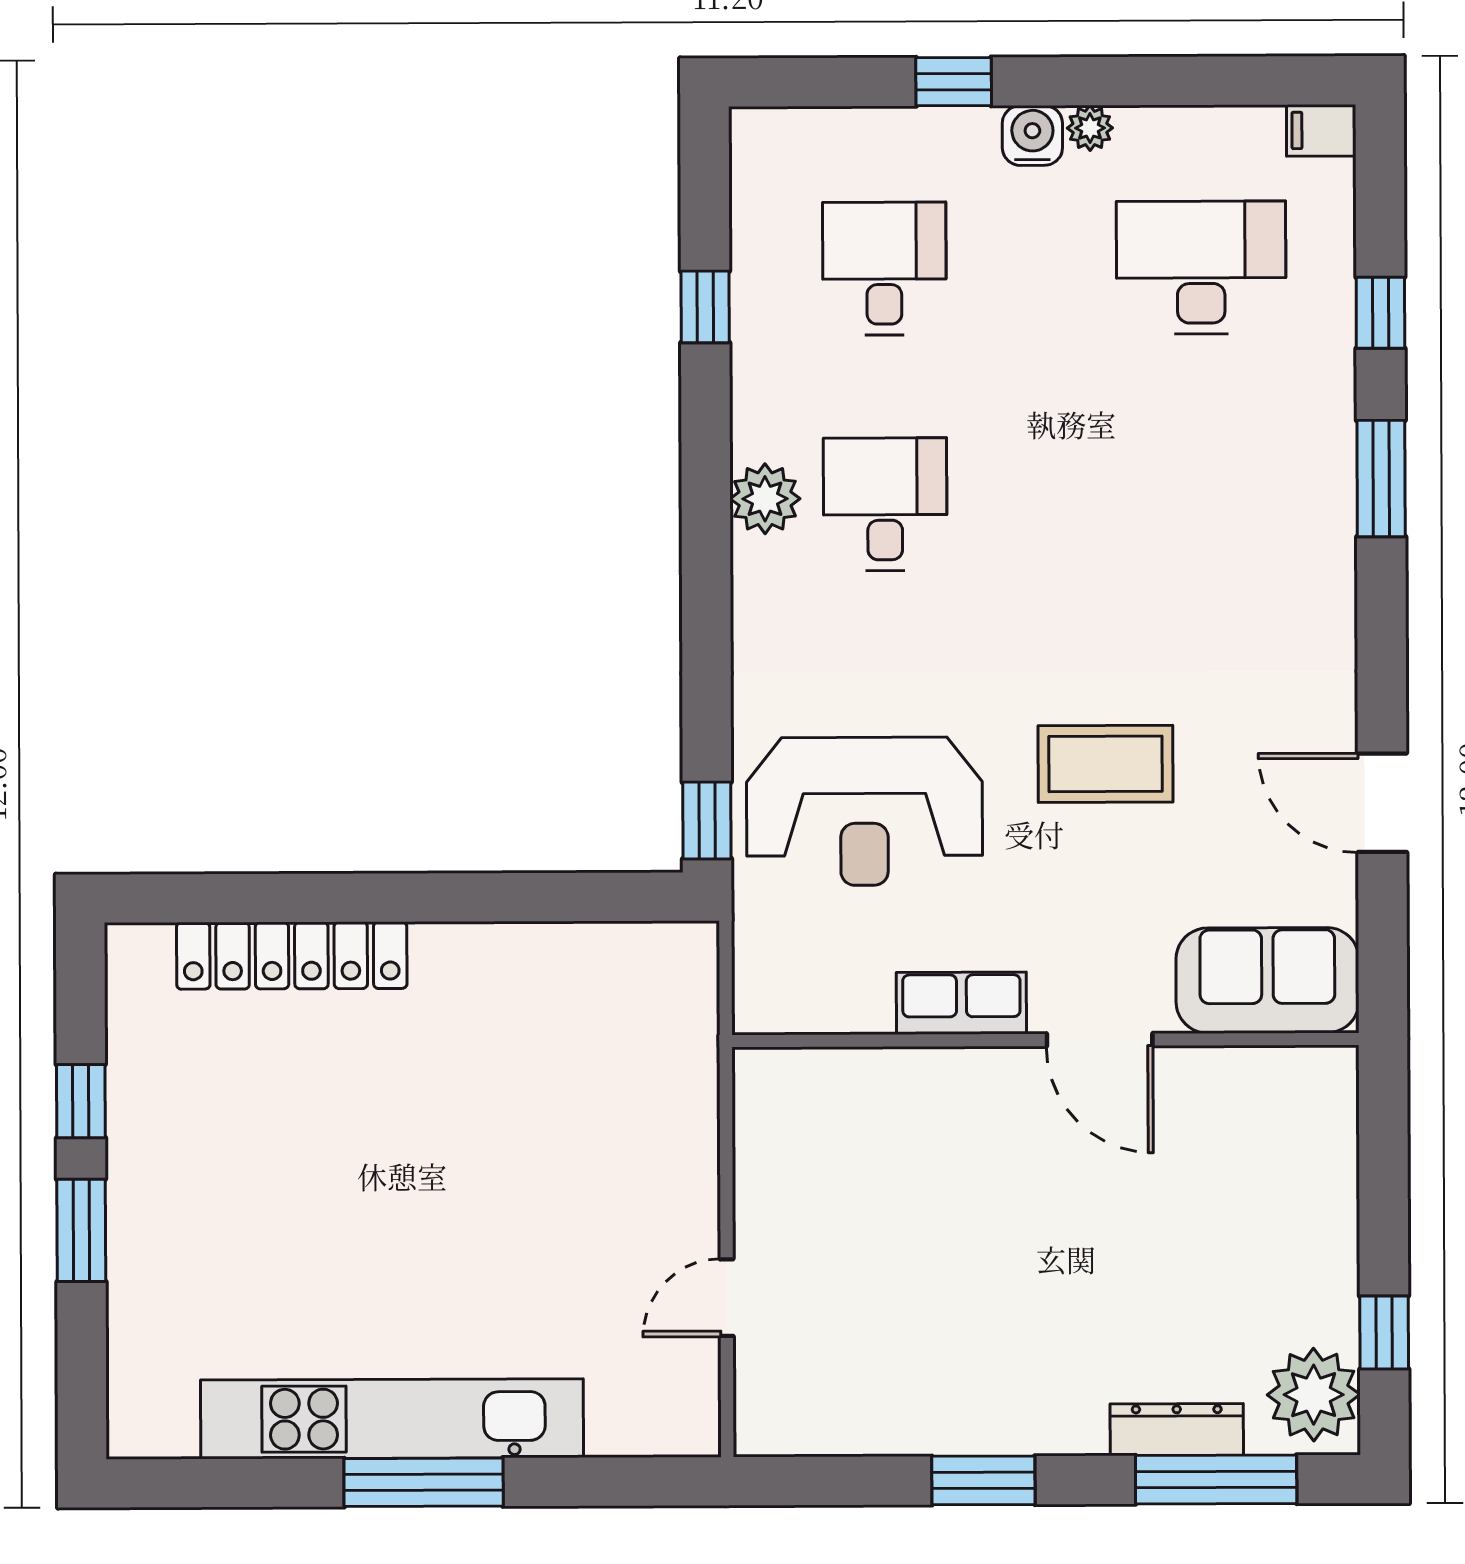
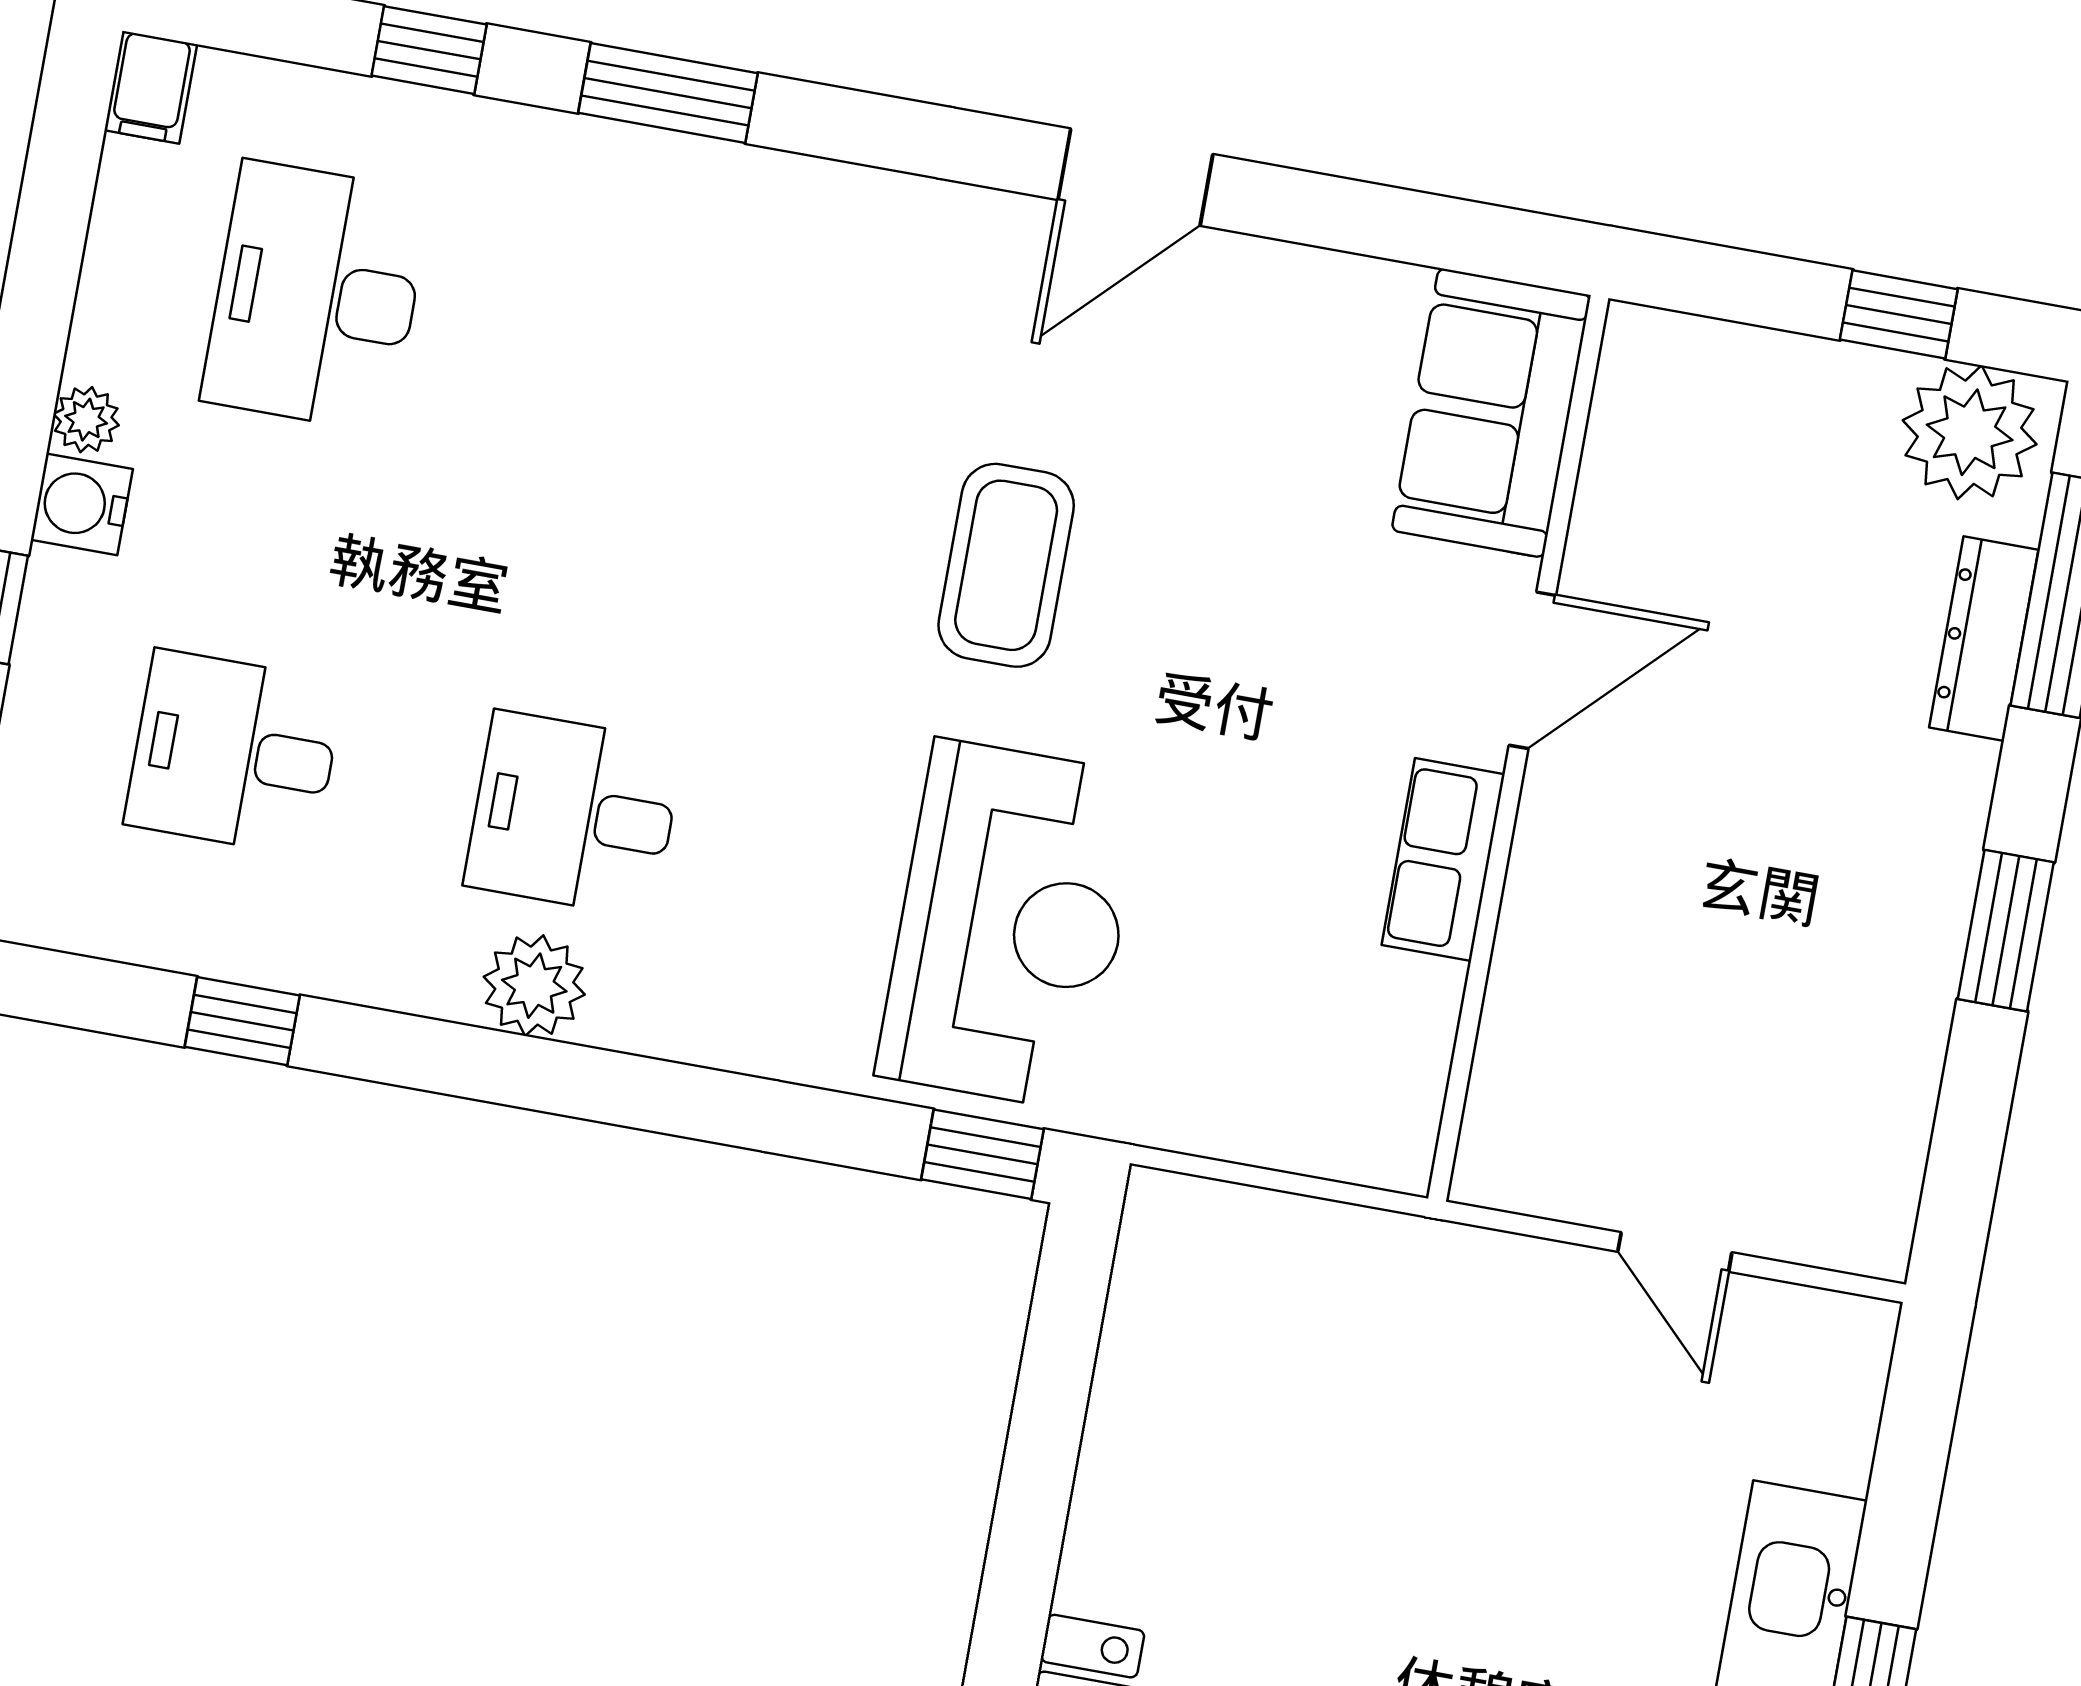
sofa: (1267, 980) -> (1491, 413), moved
row of seats: (961, 1003) -> (1443, 860), moved
wall: (1045, 1040) -> (1518, 748), moved
door: (1100, 1040) -> (1532, 670), moved

